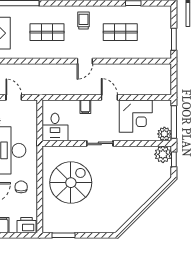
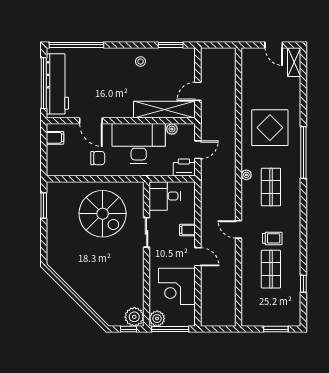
trolley: (84, 21) -> (272, 238), moved
window: (174, 39) -> (276, 329), moved
plant: (36, 54) -> (246, 175), added
door: (109, 97) -> (198, 257), hinge flipped
sliding door: (100, 143) -> (147, 232), moved
printer: (26, 225) -> (184, 168), moved, turned -90

